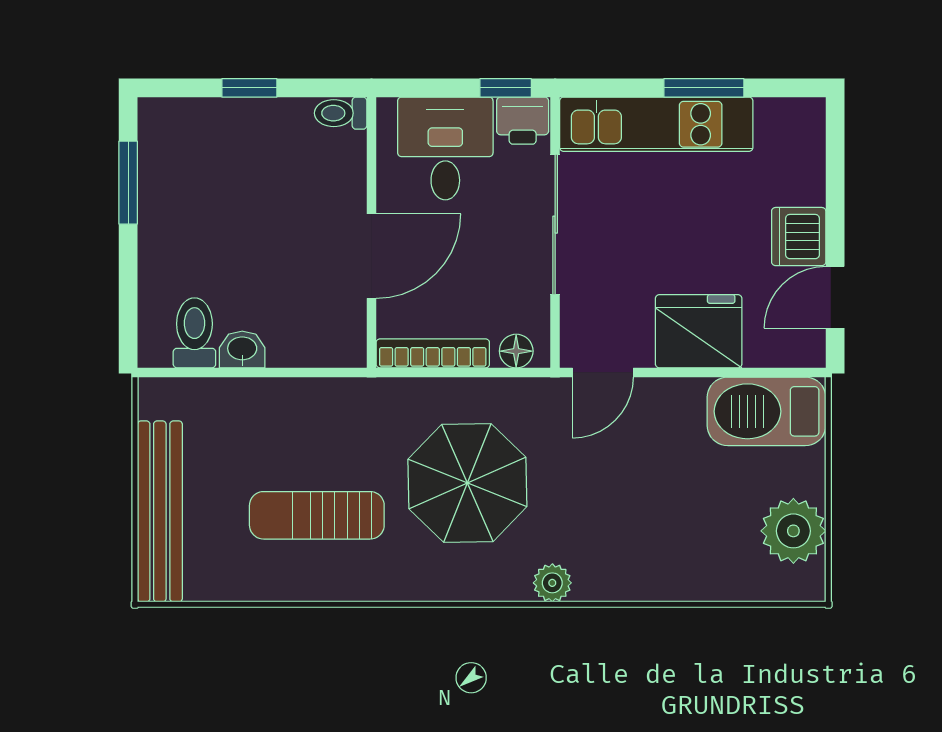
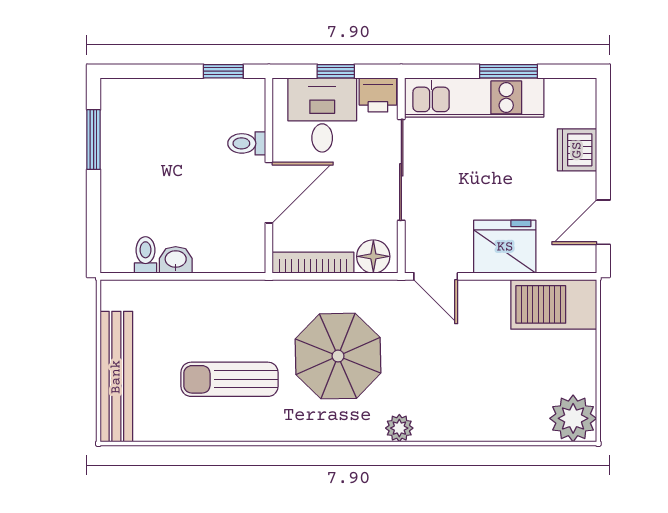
window: (249, 88) -> (223, 71), moved
window: (506, 88) -> (336, 71), moved
toilet: (341, 113) -> (247, 143), moved
dishwasher: (799, 237) -> (577, 150), moved
toilet: (194, 333) -> (145, 255), width x0.73, depth x0.72
floor lamp: (516, 351) -> (373, 256), width x1.37, depth x1.37
door: (603, 372) -> (436, 276), hinge flipped
plant: (793, 531) -> (573, 418), moved

